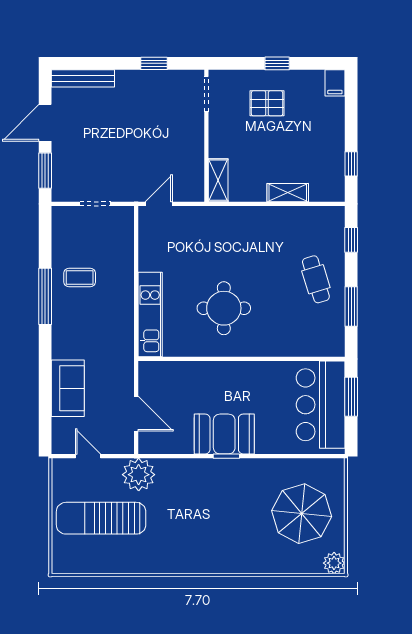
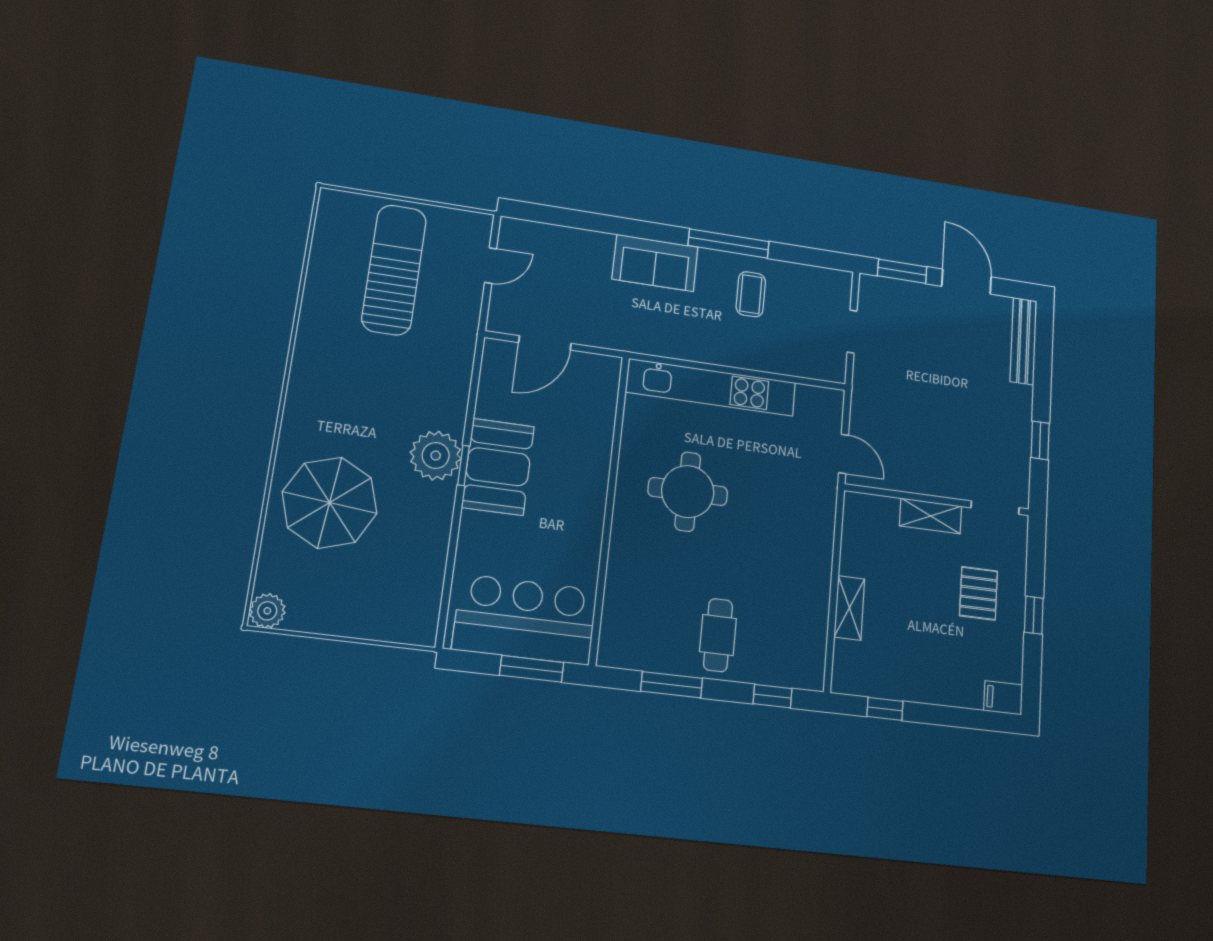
shelving: (218, 180) -> (931, 516), moved
door: (159, 204) -> (844, 454), moved
cafe table: (316, 279) -> (718, 635), turned -73
kitchen unit: (150, 315) -> (711, 387), width x1.36
sofa: (68, 388) -> (655, 263), moved
plant: (139, 475) -> (436, 455), moved
parasol: (302, 514) -> (330, 503), moved

